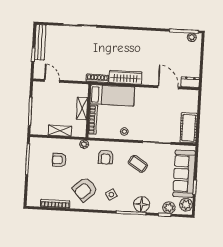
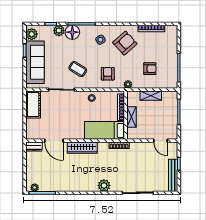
plant: (116, 35) -> (104, 185), added
wardrobe: (125, 77) -> (82, 148), moved
plant: (169, 208) -> (59, 31), moved

